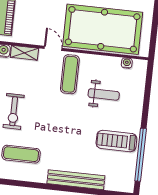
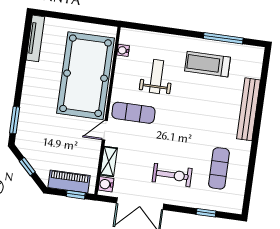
treadmill: (116, 141) -> (208, 64), turned 90
window: (141, 155) -> (223, 38), width x0.68

